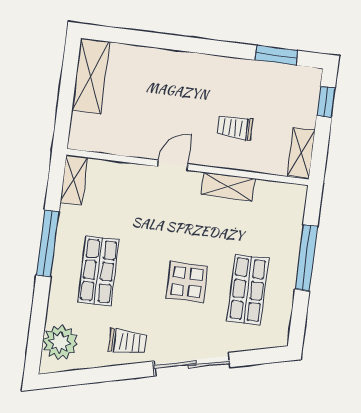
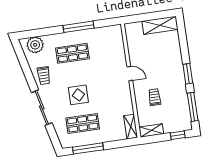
window: (206, 46) -> (188, 74), added
window: (276, 55) -> (193, 107), width x1.44
shelving: (74, 180) -> (111, 31), removed
shelving: (228, 187) -> (131, 127), moved
window: (306, 258) -> (88, 148), moved

